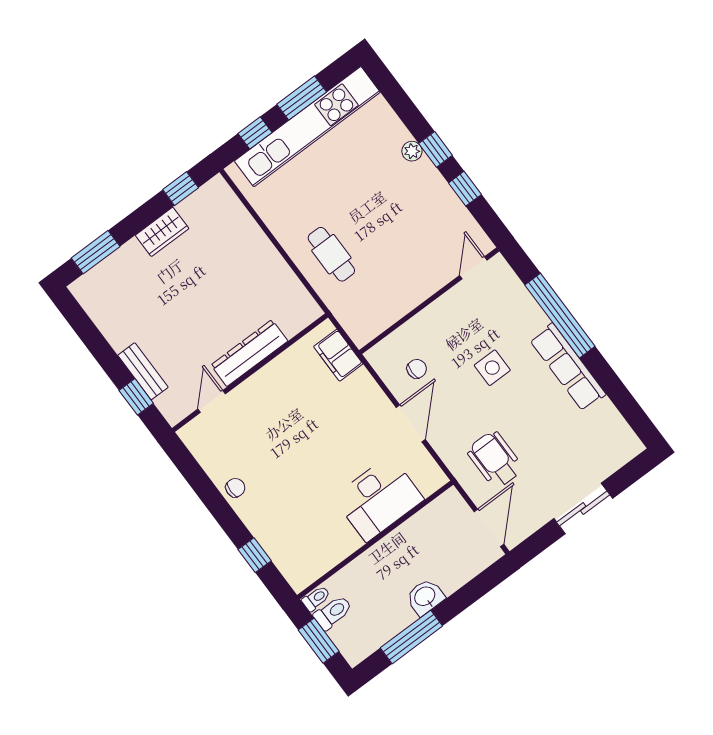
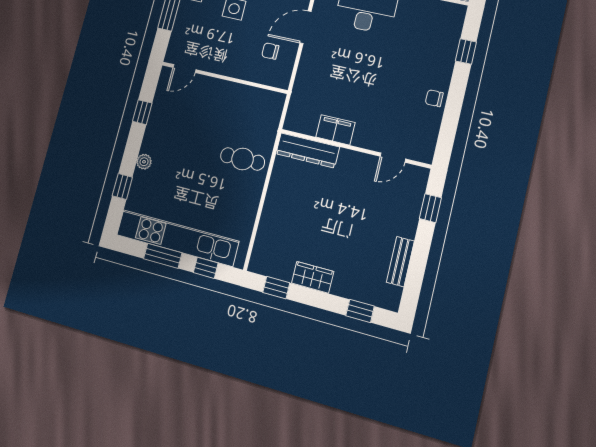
window: (436, 149) -> (122, 186), moved
window: (96, 252) -> (360, 311), width x0.67
cafe table: (331, 254) -> (243, 159), turned 90
dresser: (249, 353) -> (308, 150), moved
filing cabinet: (338, 355) -> (335, 130), moved, turned -90
bench: (143, 371) -> (400, 262), moved

